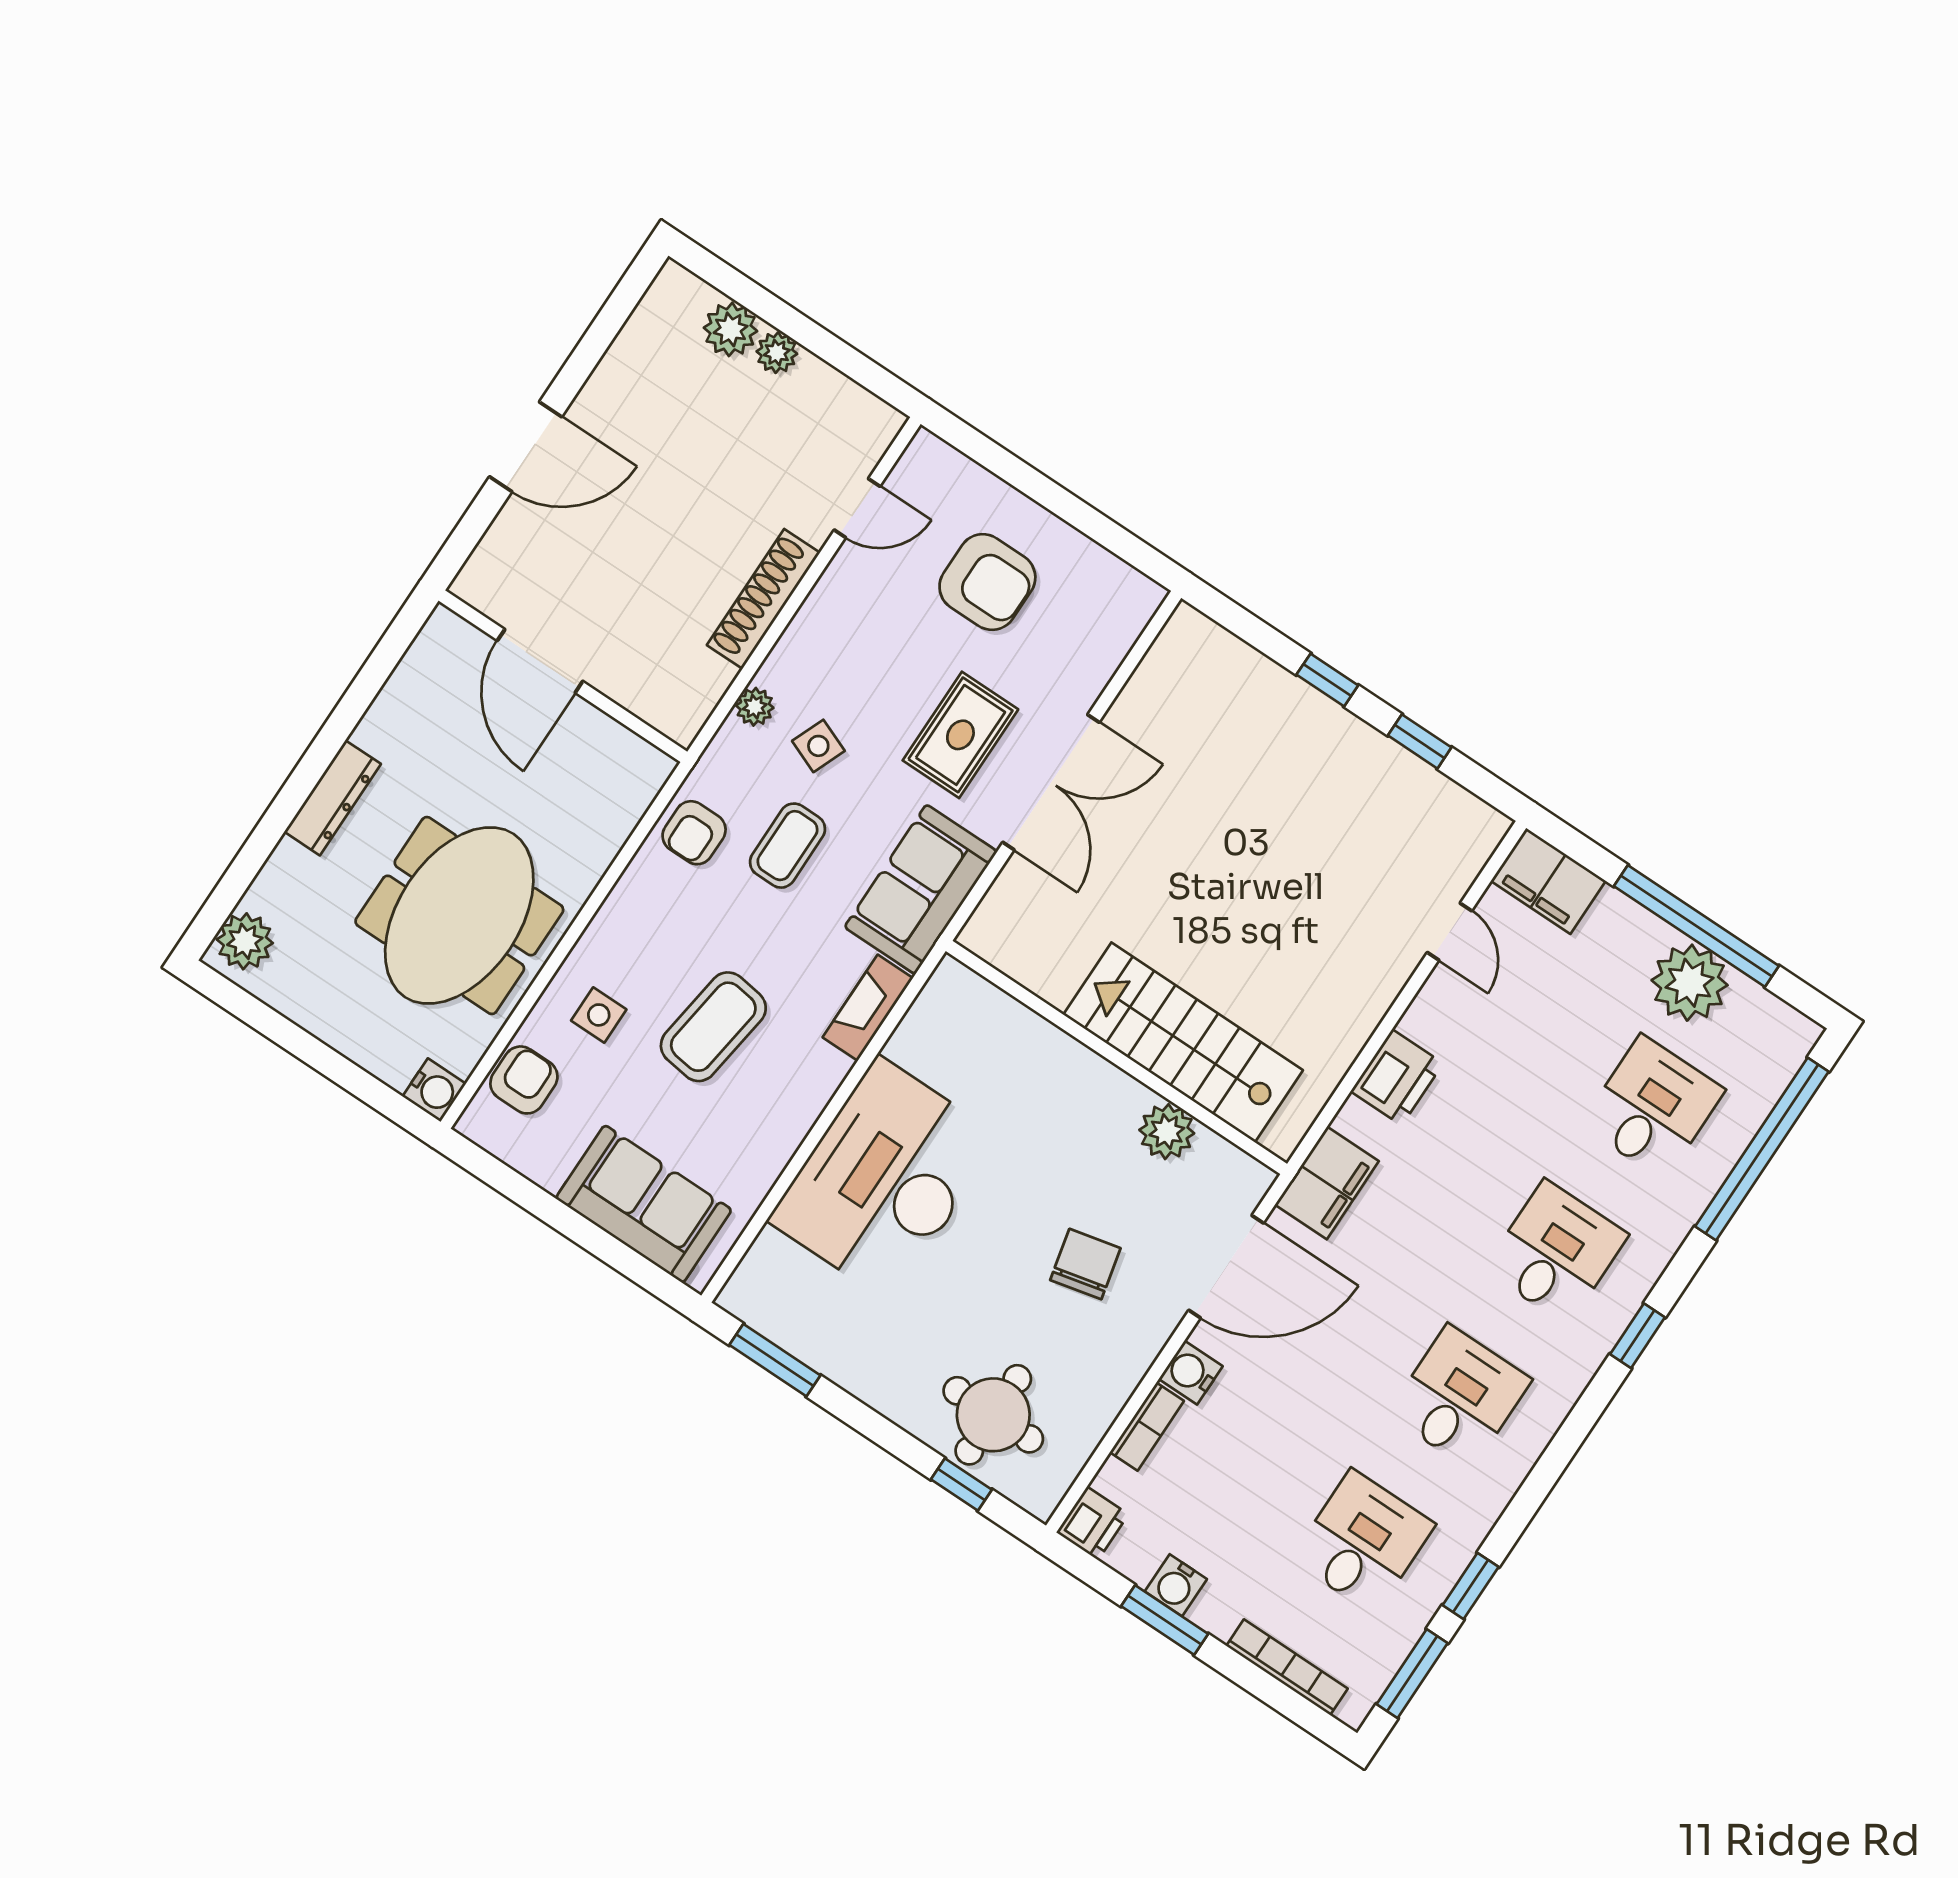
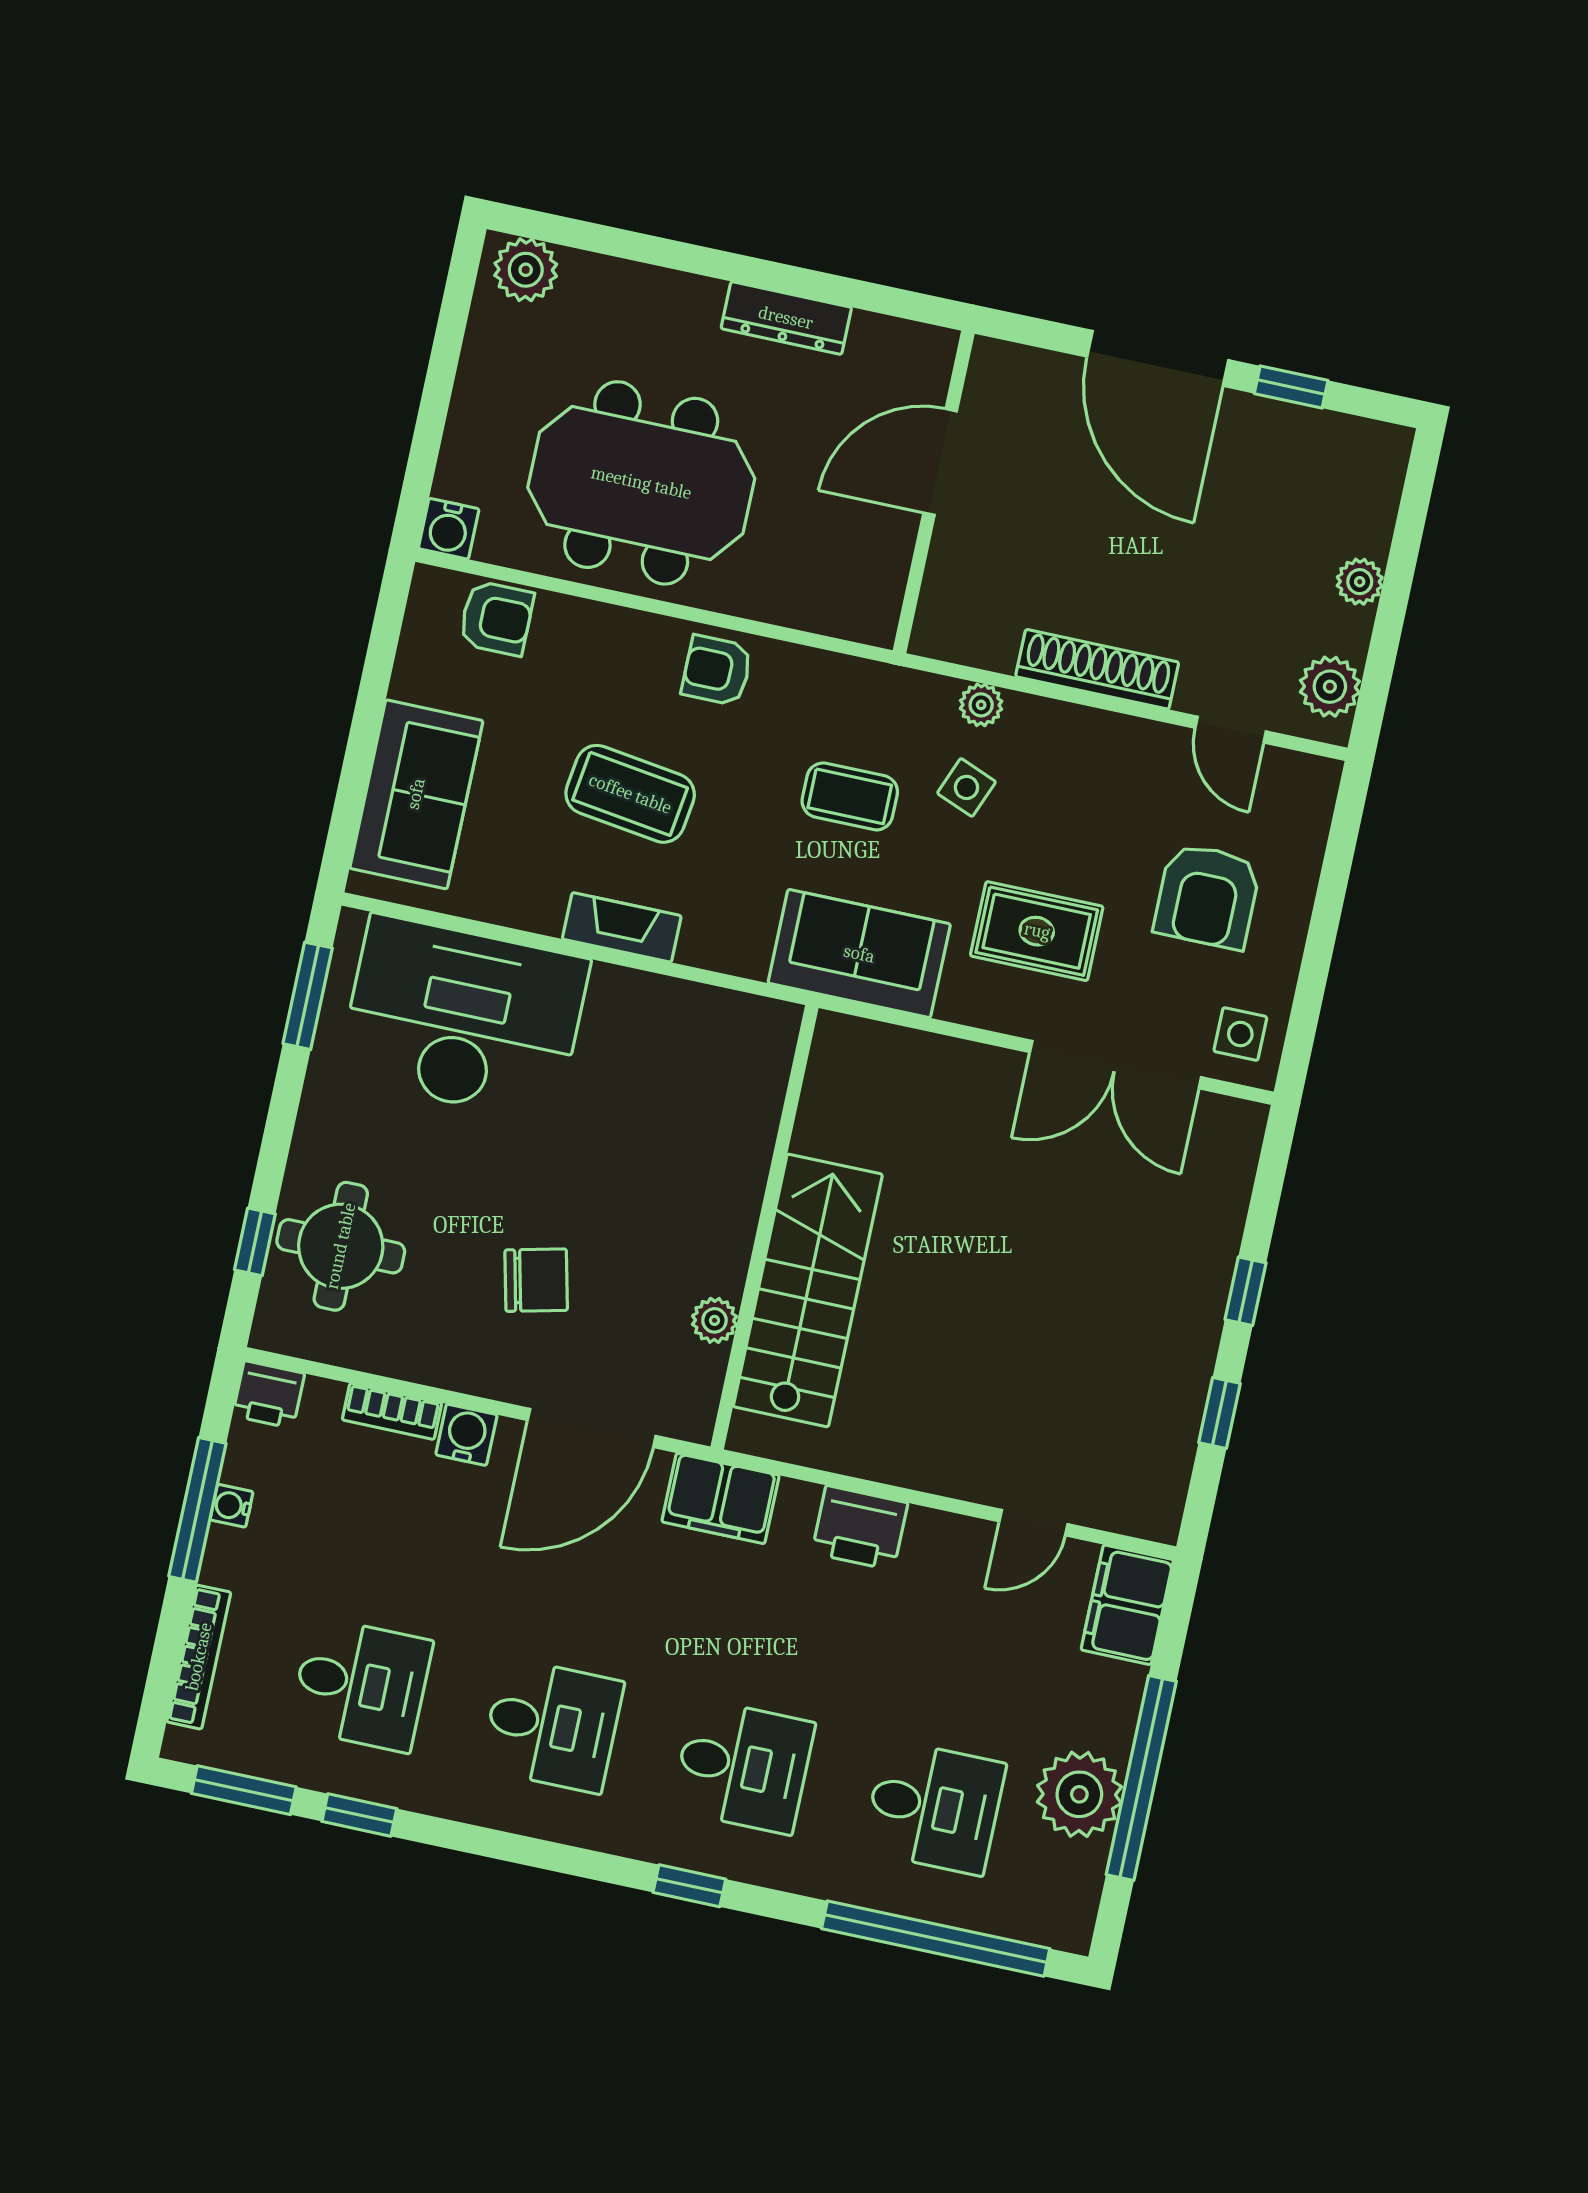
plant: (731, 329) -> (1330, 687), moved
window: (593, 346) -> (1291, 387), added
door: (526, 447) -> (1158, 358), width x1.36
double door: (1051, 782) -> (1116, 1065), moved
dresser: (333, 798) -> (786, 318), moved
armchair: (694, 833) -> (717, 670), moved
fireplace: (868, 1008) -> (622, 927), moved
side table: (599, 1015) -> (1240, 1034), moved
plant: (1167, 1132) -> (715, 1320), width x0.73, depth x0.73
desk: (884, 1179) -> (464, 1018), moved
door: (1226, 1267) -> (592, 1428), hinge flipped
water cooler: (1176, 1585) -> (232, 1506), width x0.72, depth x0.72
window: (1165, 1620) -> (197, 1510), width x1.44

